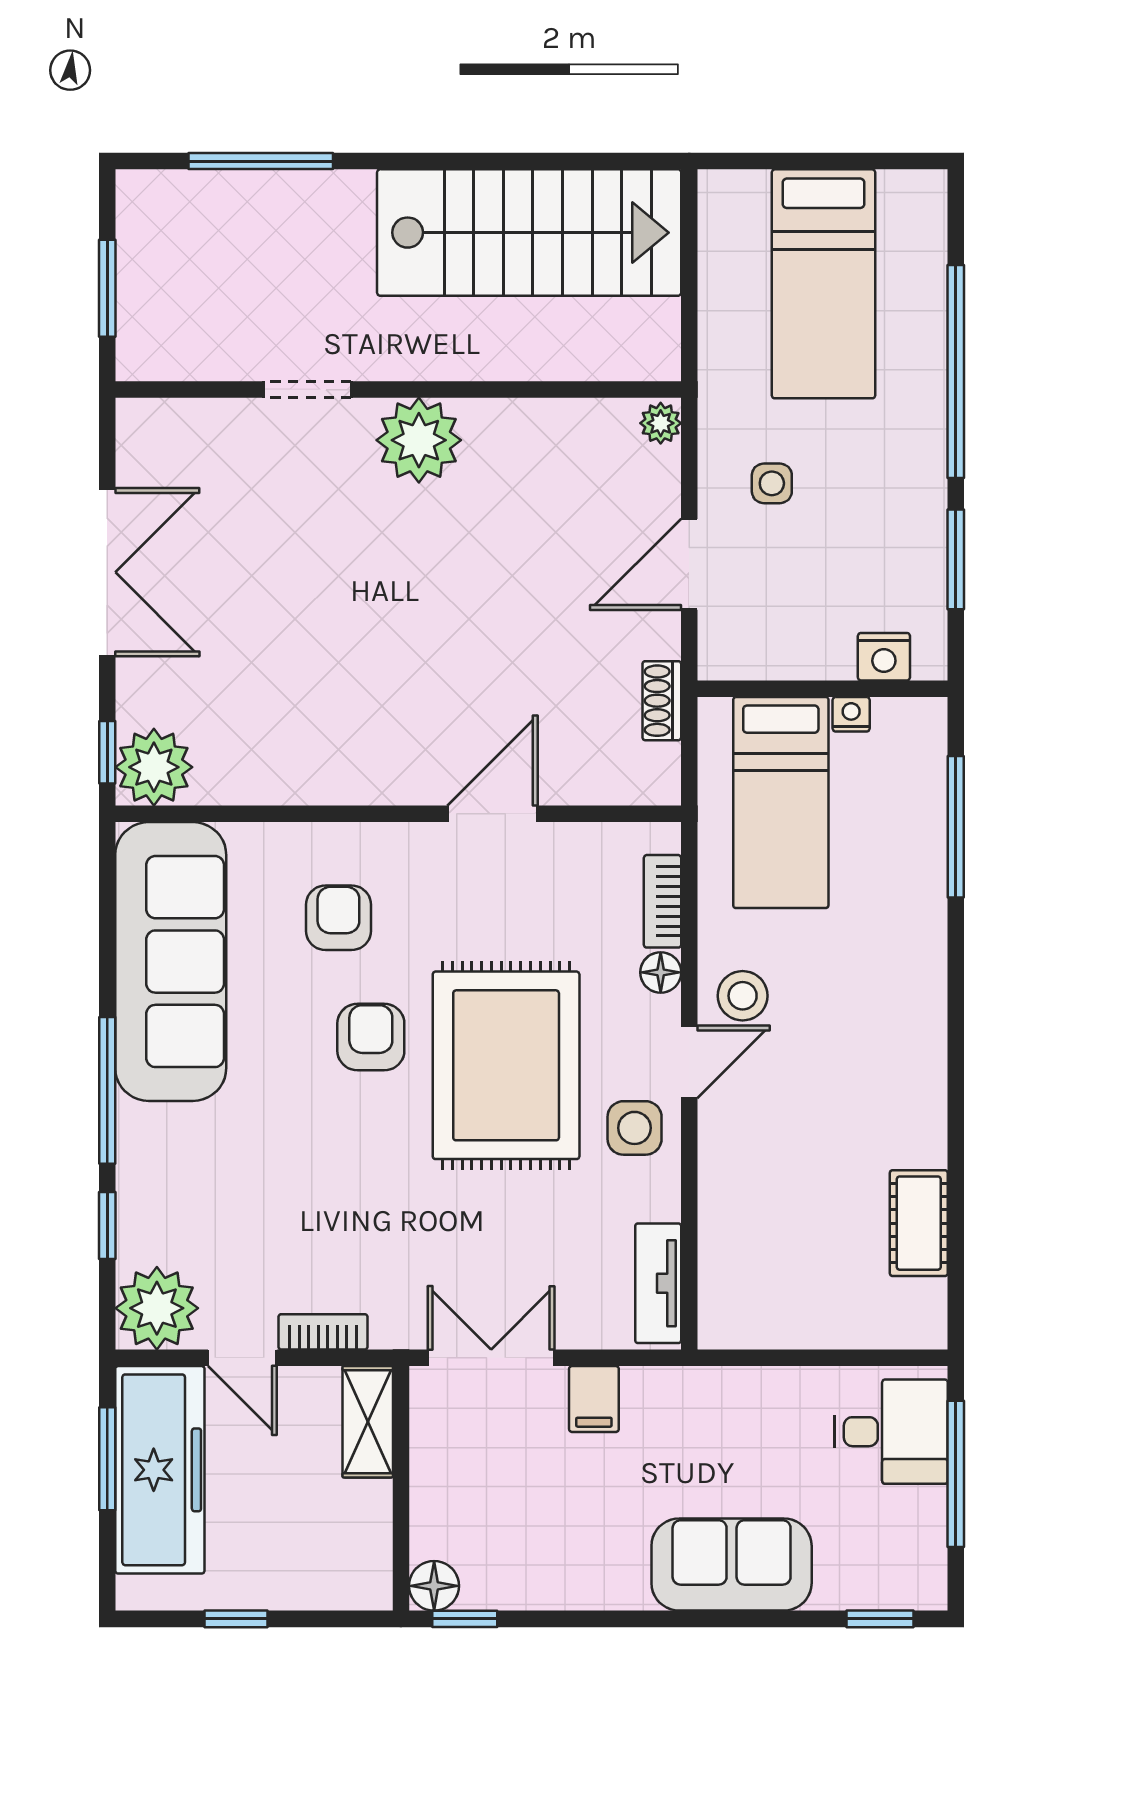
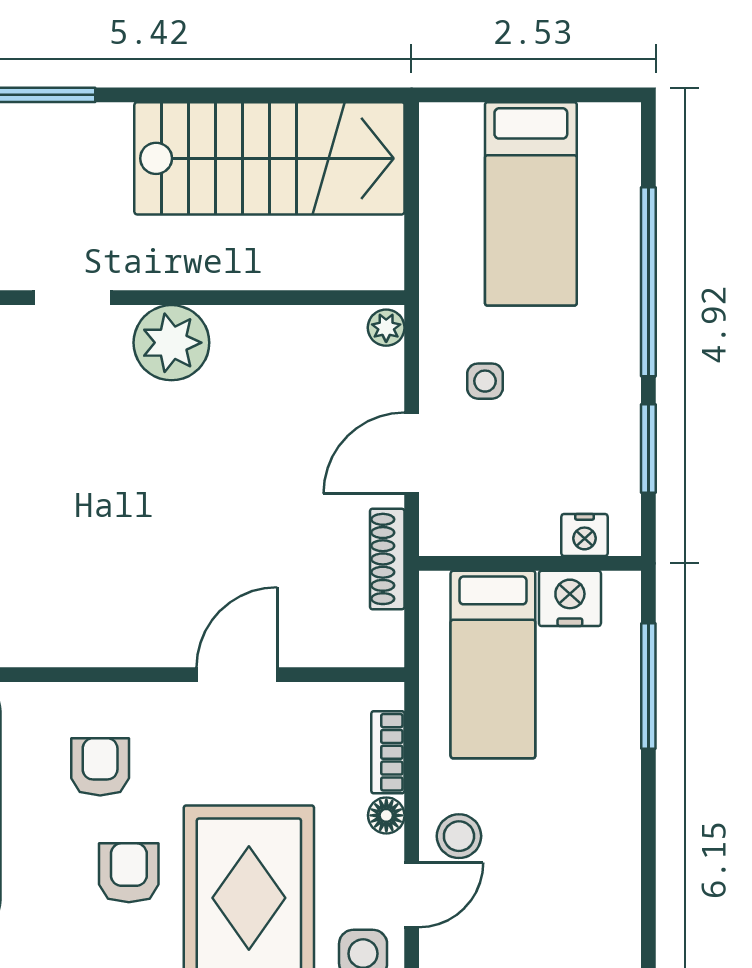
shoe rack: (662, 701) -> (387, 559), width x1.43
nightstand: (851, 714) -> (570, 598), width x1.89, depth x1.79

